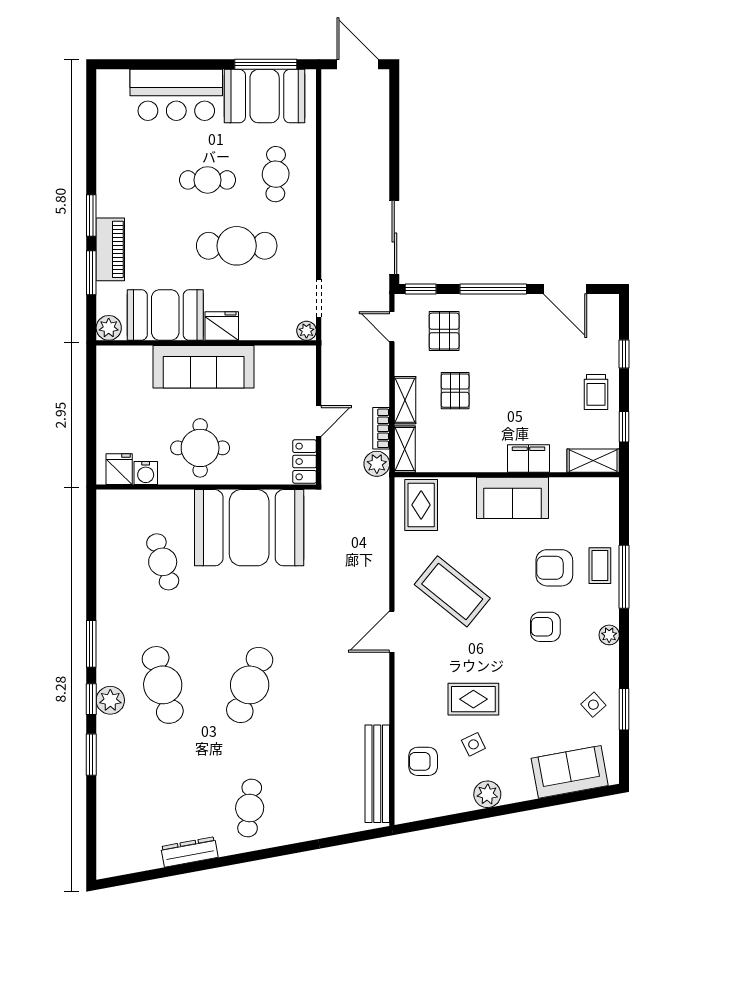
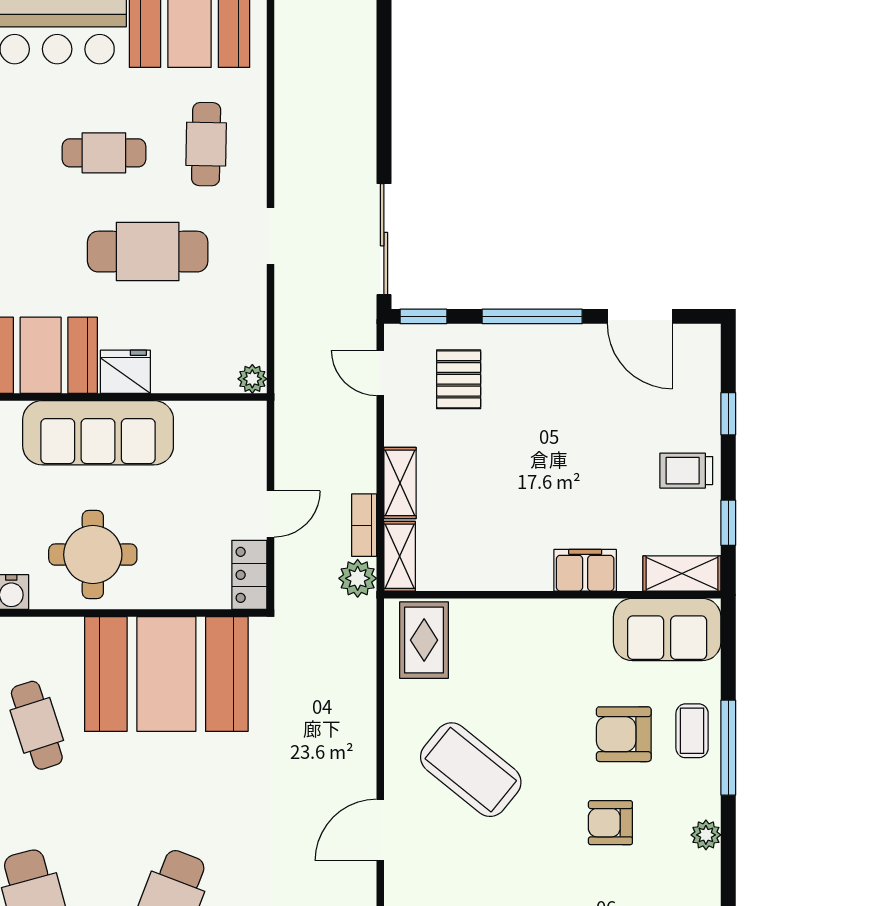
doorway: (319, 298) -> (270, 236), moved
pallet: (455, 391) -> (475, 469), removed
trolley: (596, 392) -> (686, 471), turned 90
sofa: (512, 498) -> (667, 630), moved

